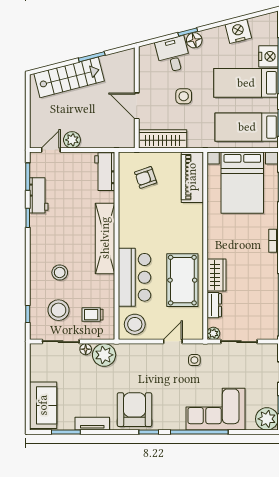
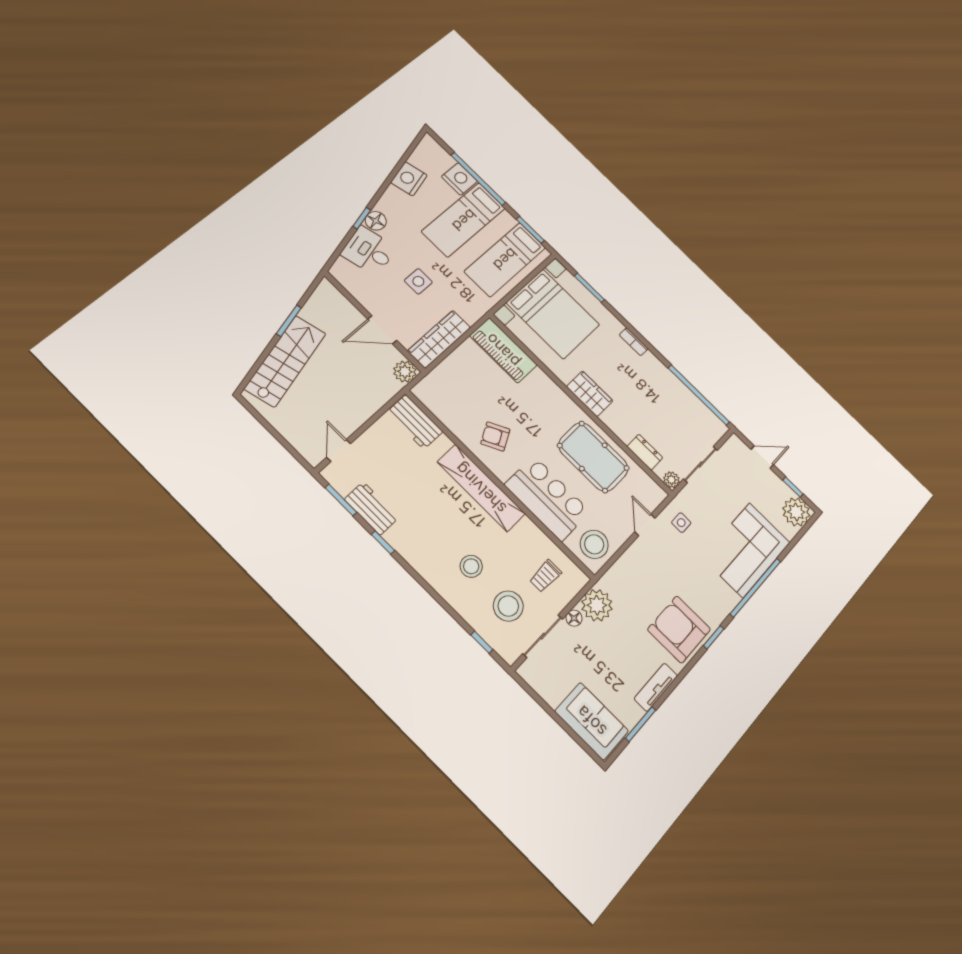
plant: (72, 140) -> (405, 372), moved
armchair: (146, 177) -> (495, 436), moved, turned 81
wardrobe: (216, 275) -> (590, 394), moved

